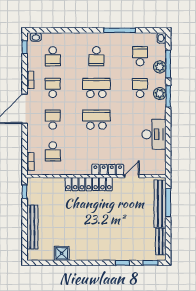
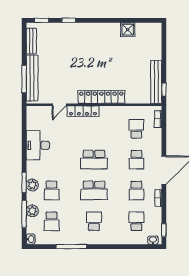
bench: (32, 227) -> (156, 82), moved

